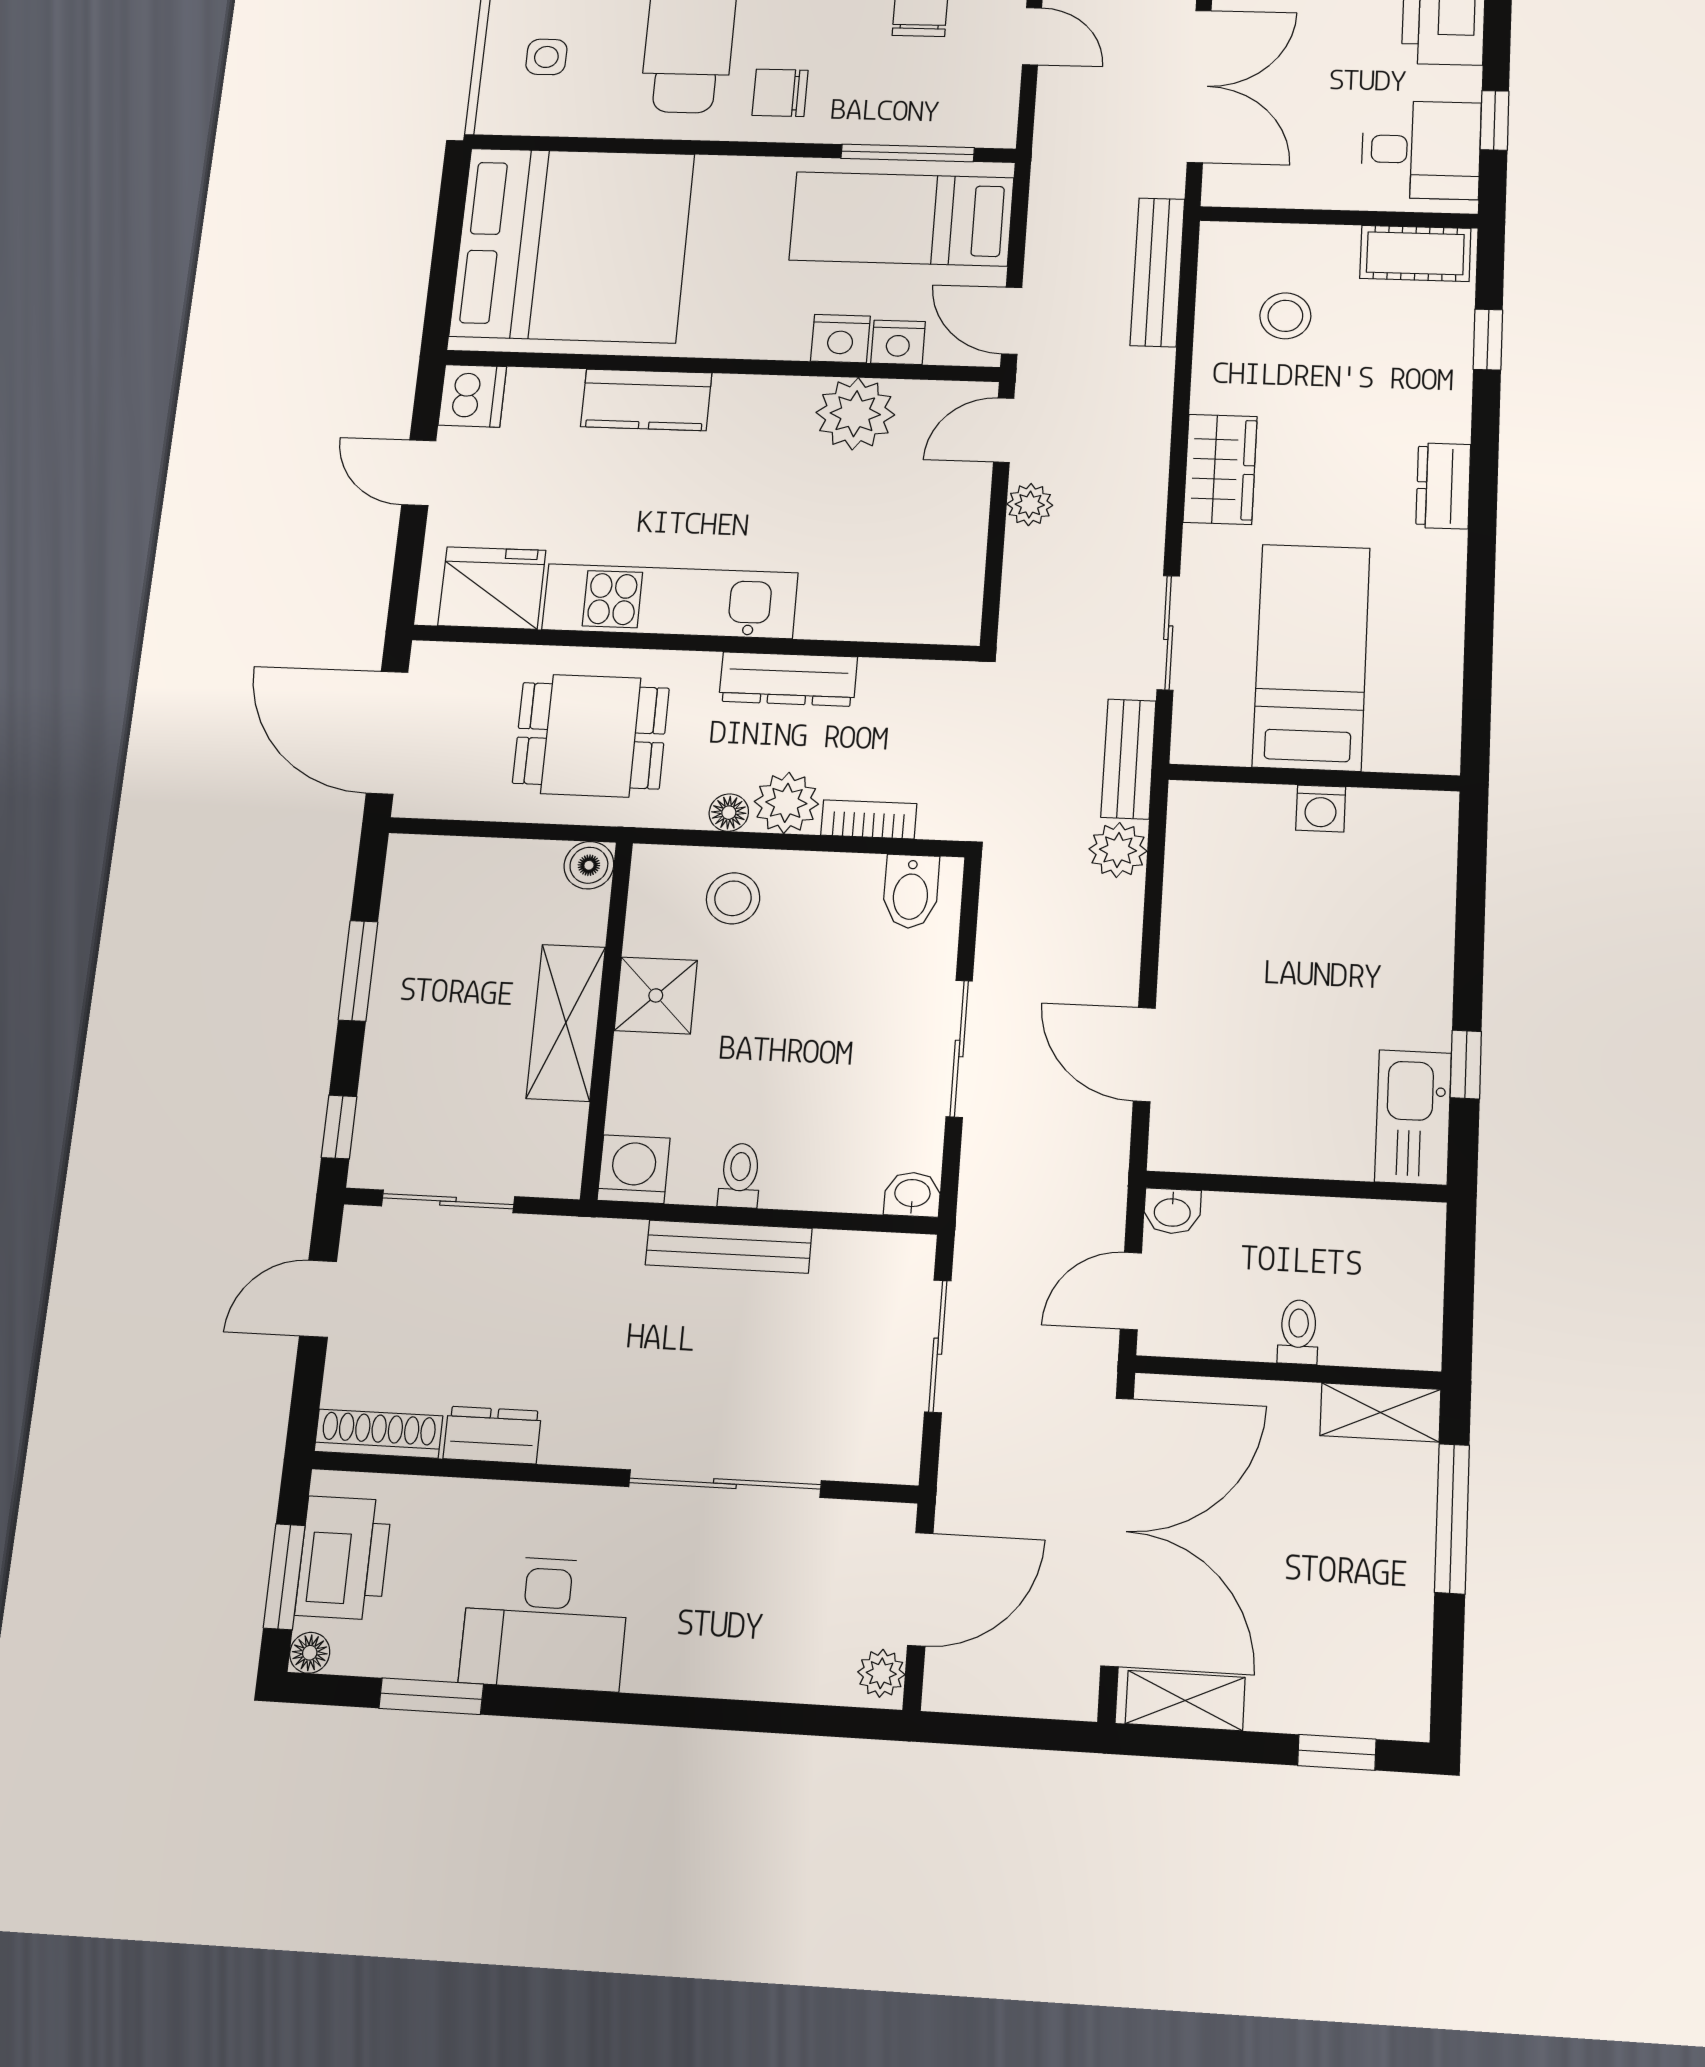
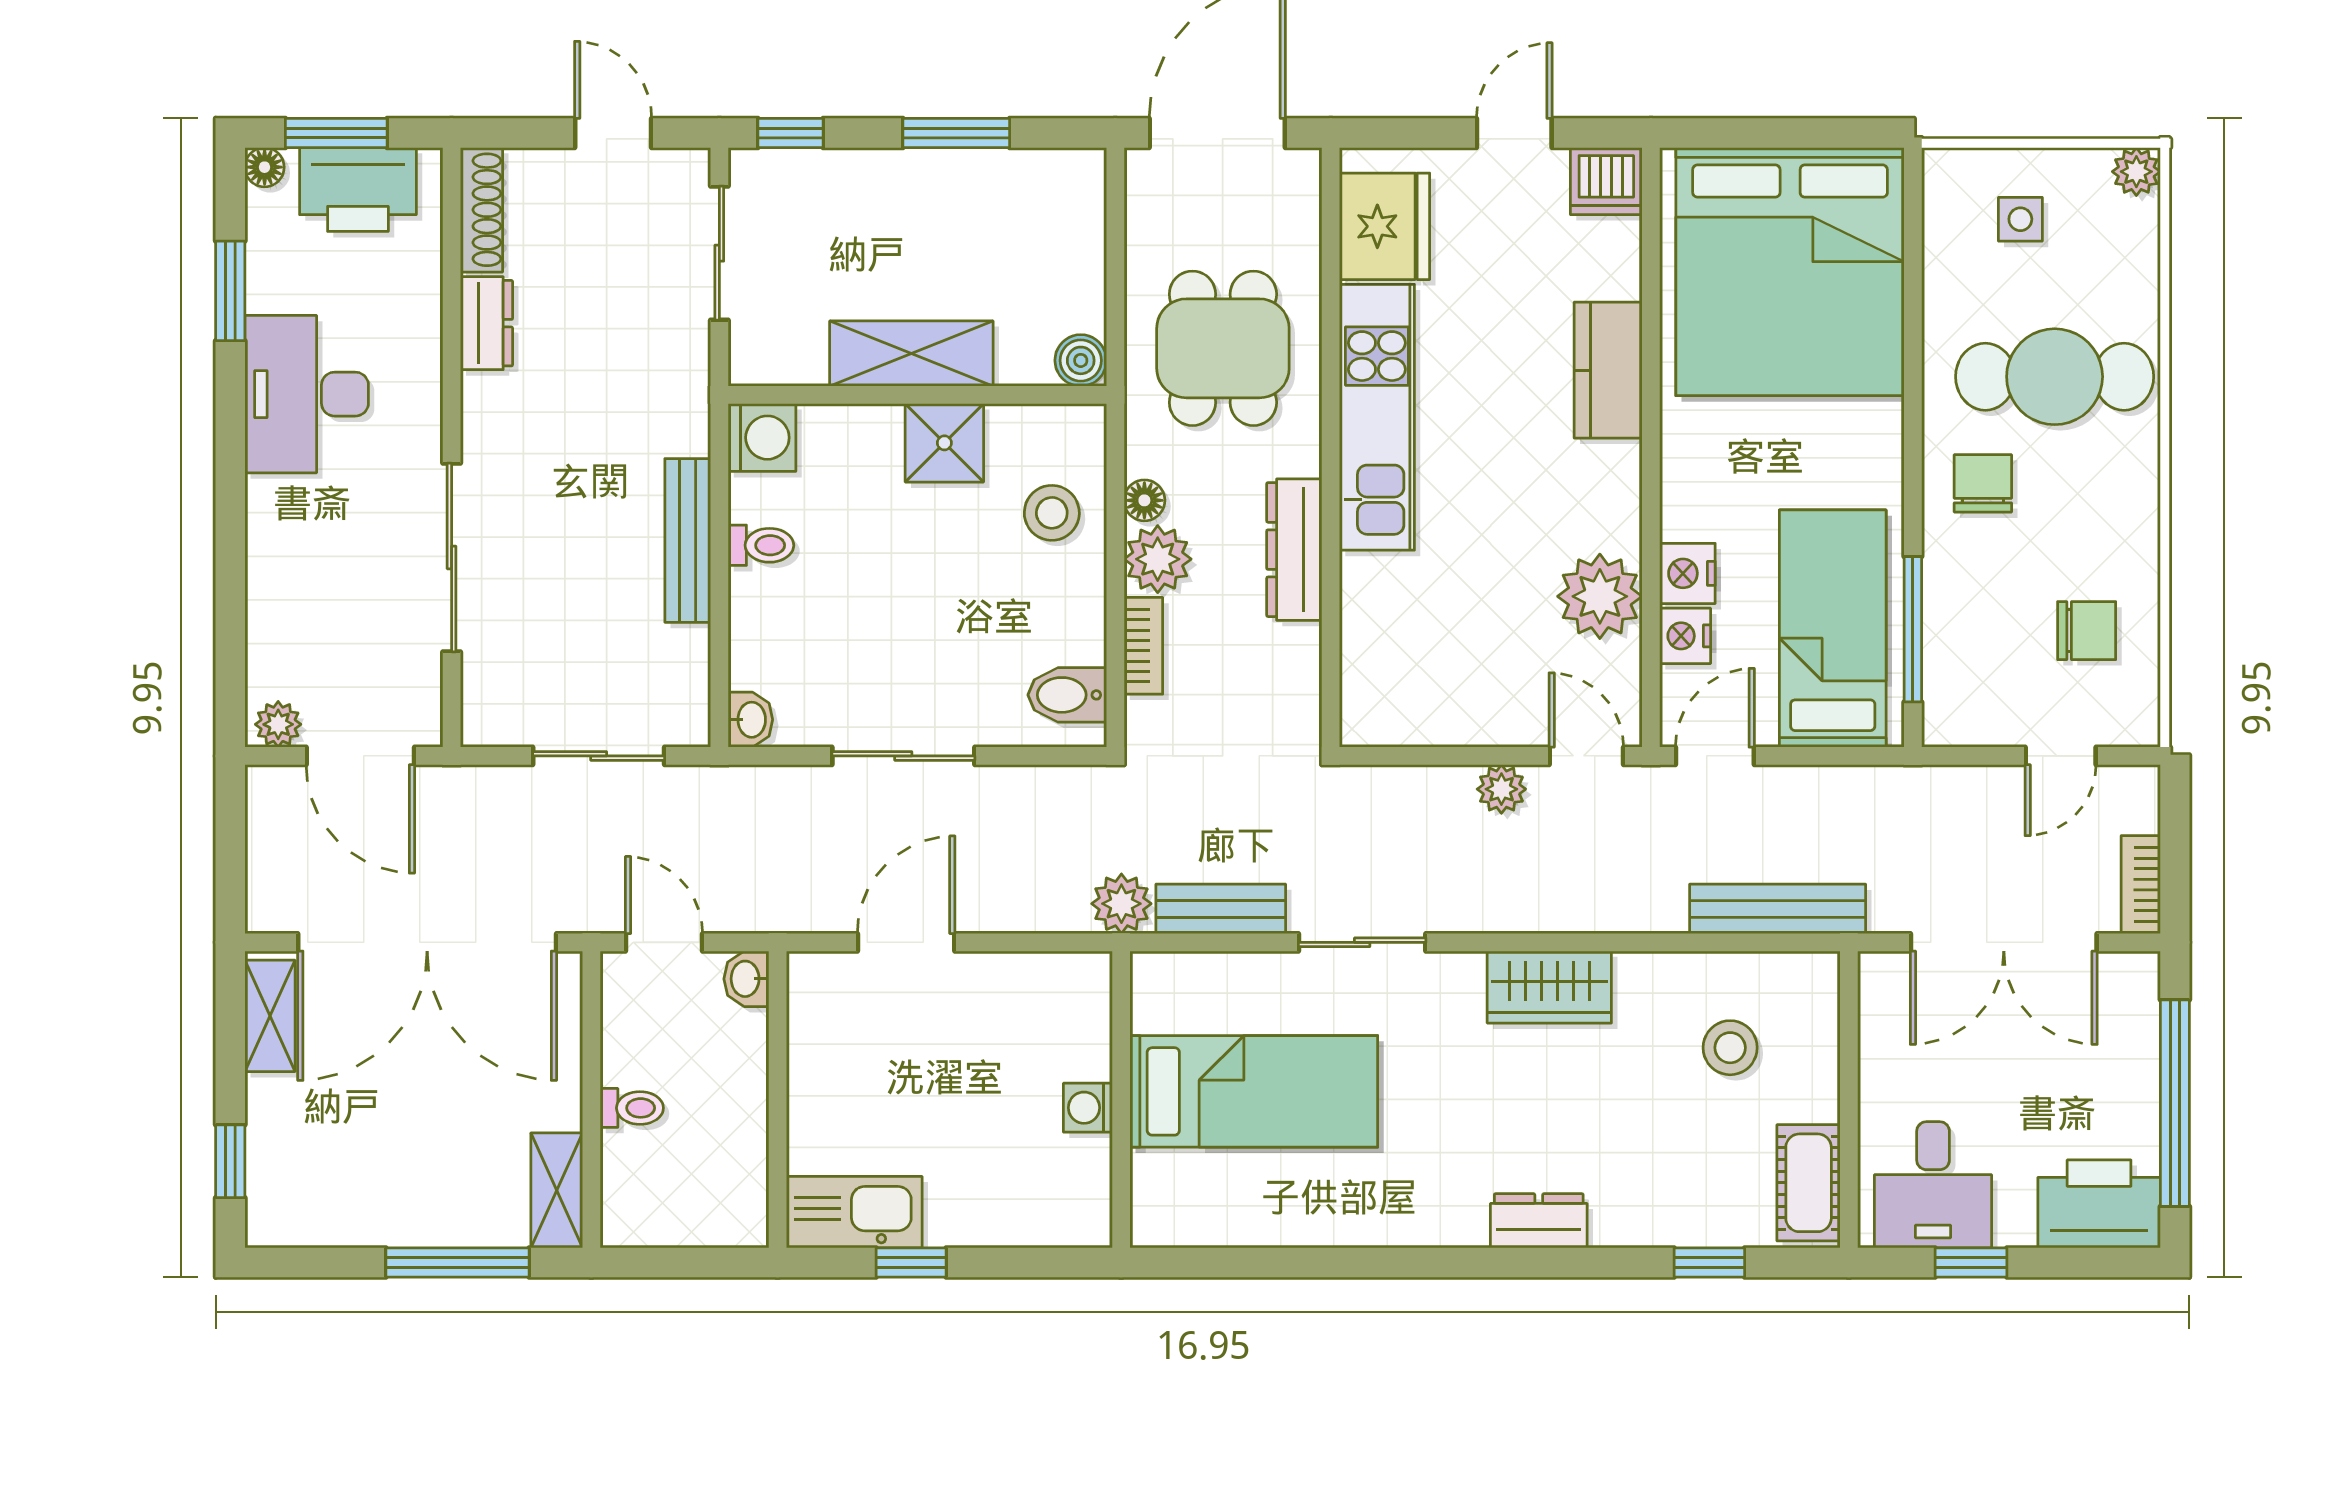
bed: (1311, 657) -> (1254, 1091), moved
wall: (1314, 778) -> (1121, 1099), moved
washing machine: (1321, 809) -> (1088, 1108), moved

